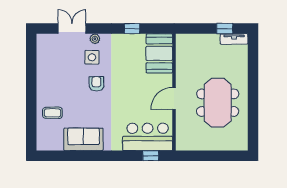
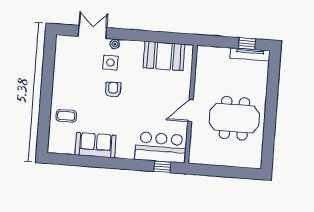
window: (132, 29) -> (153, 37), removed
tv unit: (234, 39) -> (250, 54), width x1.41
booth: (159, 53) -> (164, 56), moved, turned 90
meeting table: (218, 103) -> (234, 118), turned 90

